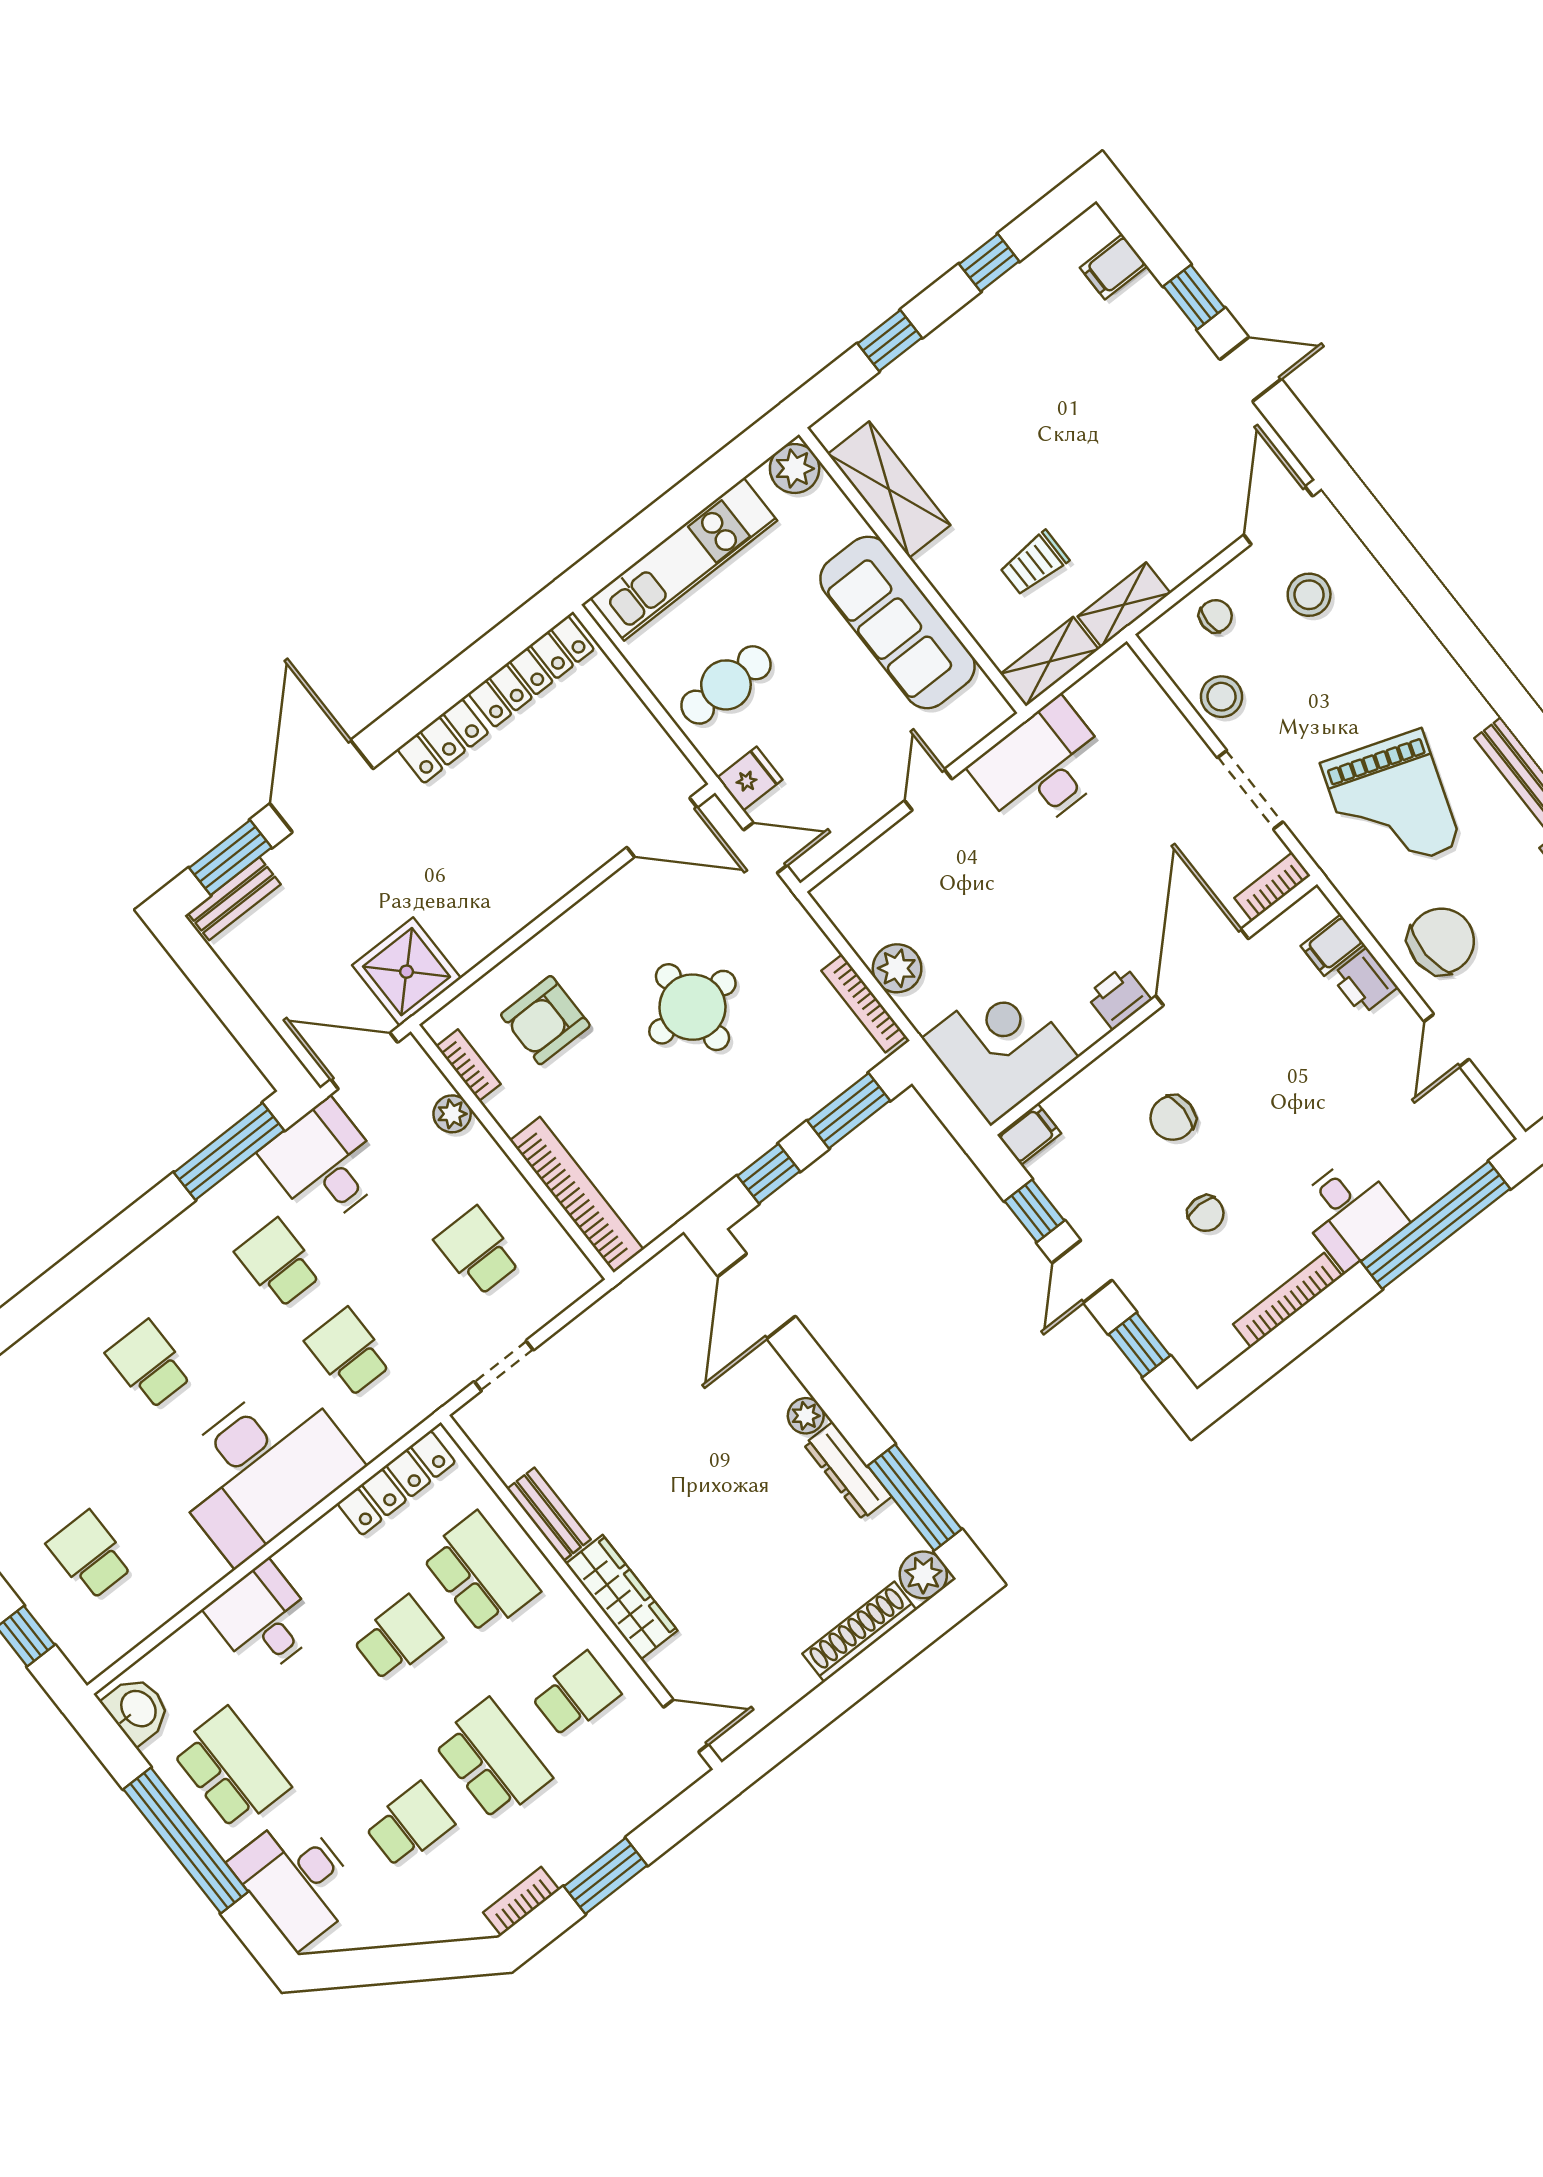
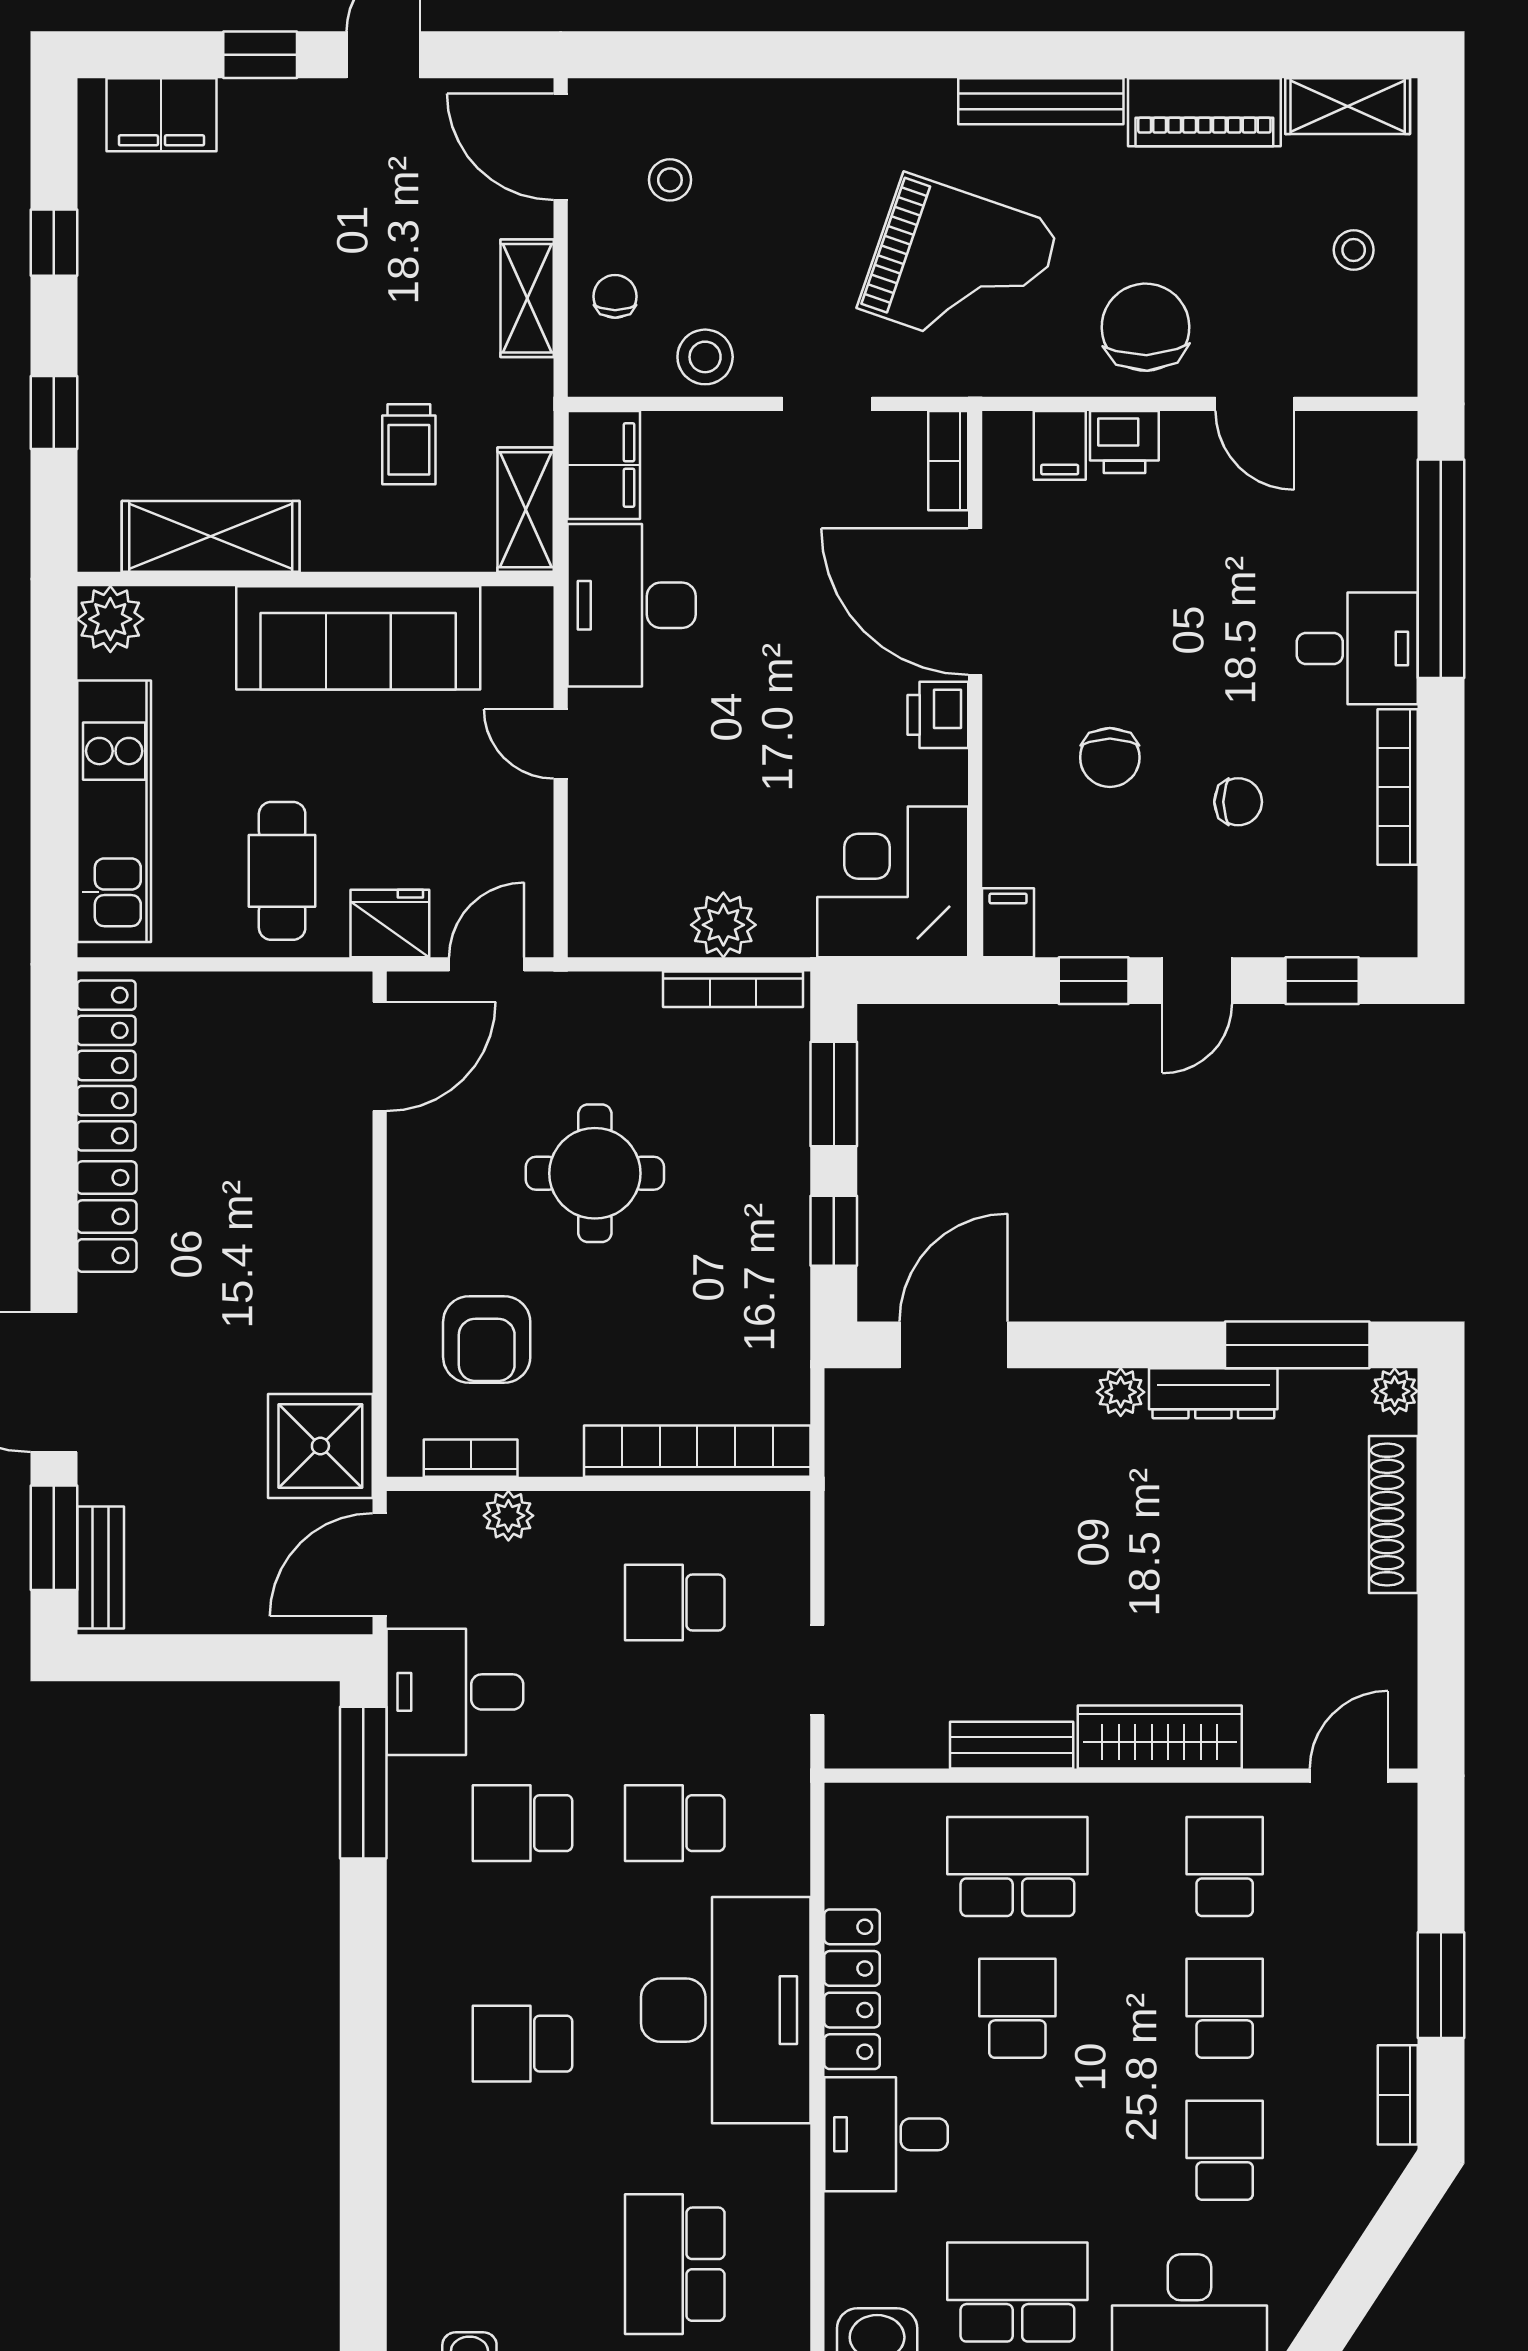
filing cabinet: (1114, 267) -> (161, 115), width x2.00
stool: (1309, 595) -> (670, 180), width x0.73, depth x0.73
shelving: (1124, 605) -> (527, 298), moved
filing cabinet: (1112, 687) -> (604, 465), added
fridge: (750, 779) -> (390, 923), width x1.38
doorway: (1250, 790) -> (827, 404), width x0.73
door: (1082, 1271) -> (1197, 981), hinge flipped
door: (757, 1296) -> (954, 1345), swing flipped
locker: (396, 1483) -> (852, 1989), moved
school desk: (90, 1555) -> (675, 2264), width x1.85
plant: (923, 1575) -> (1395, 1391), width x0.73, depth x0.73
school desk: (492, 1760) -> (1225, 2008), width x0.54

